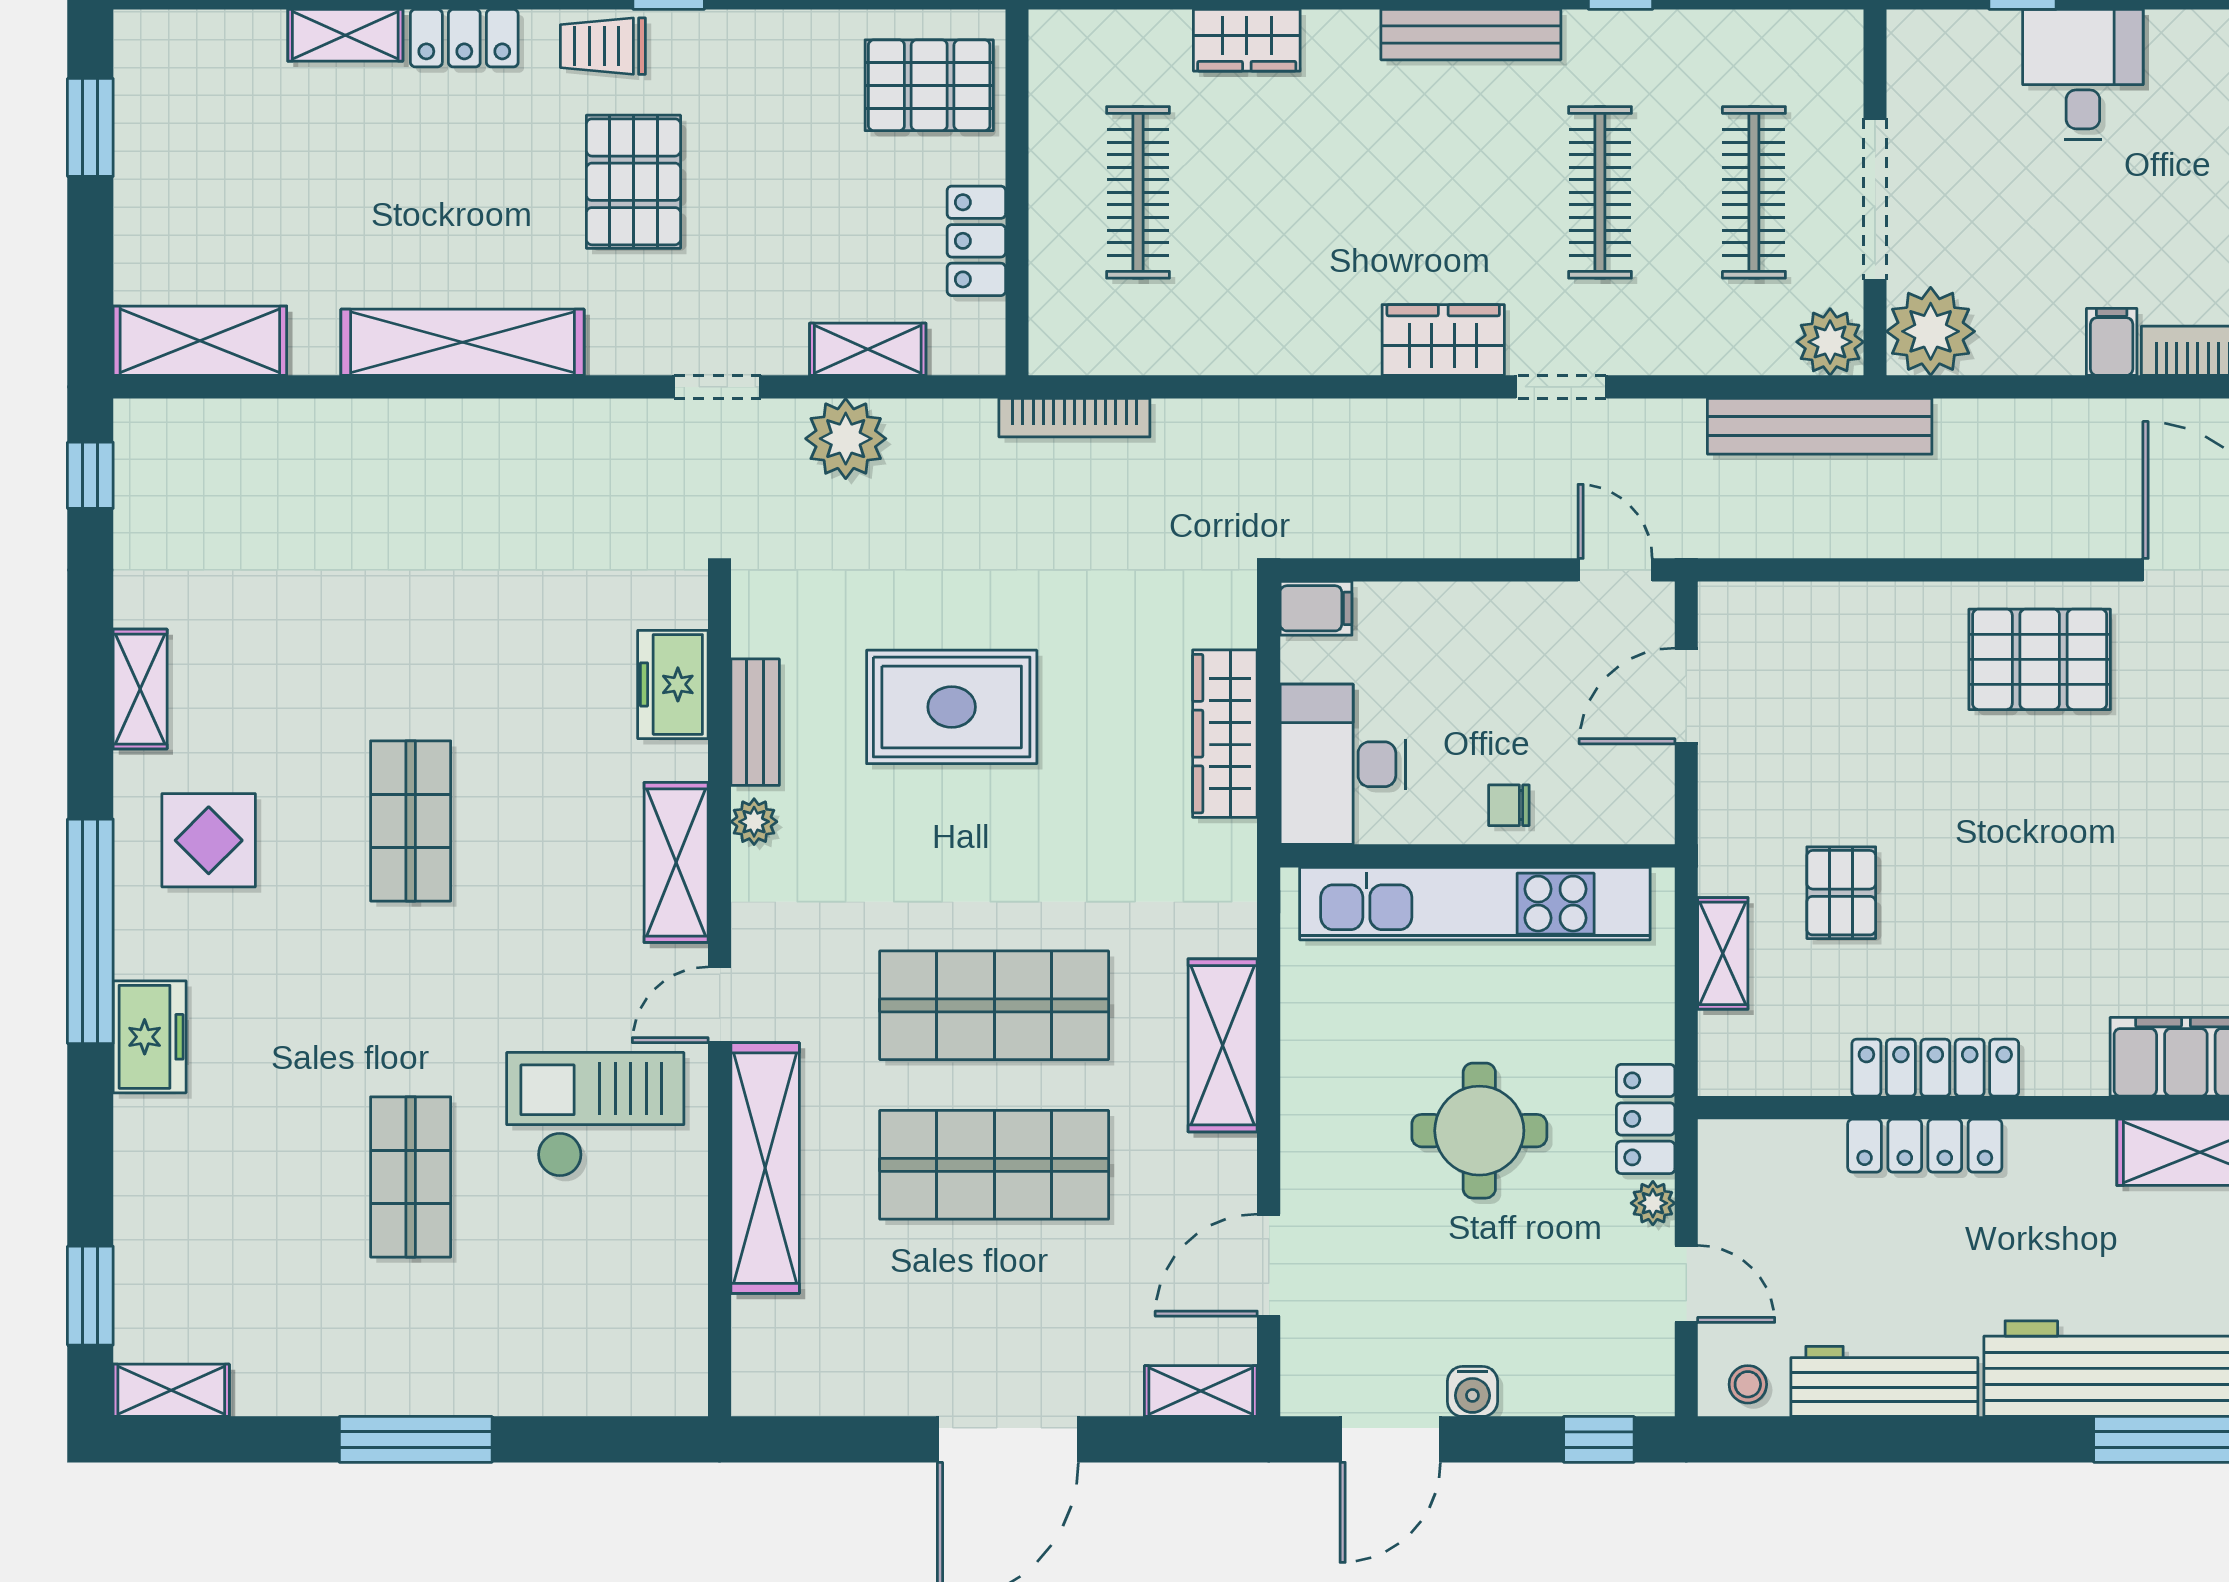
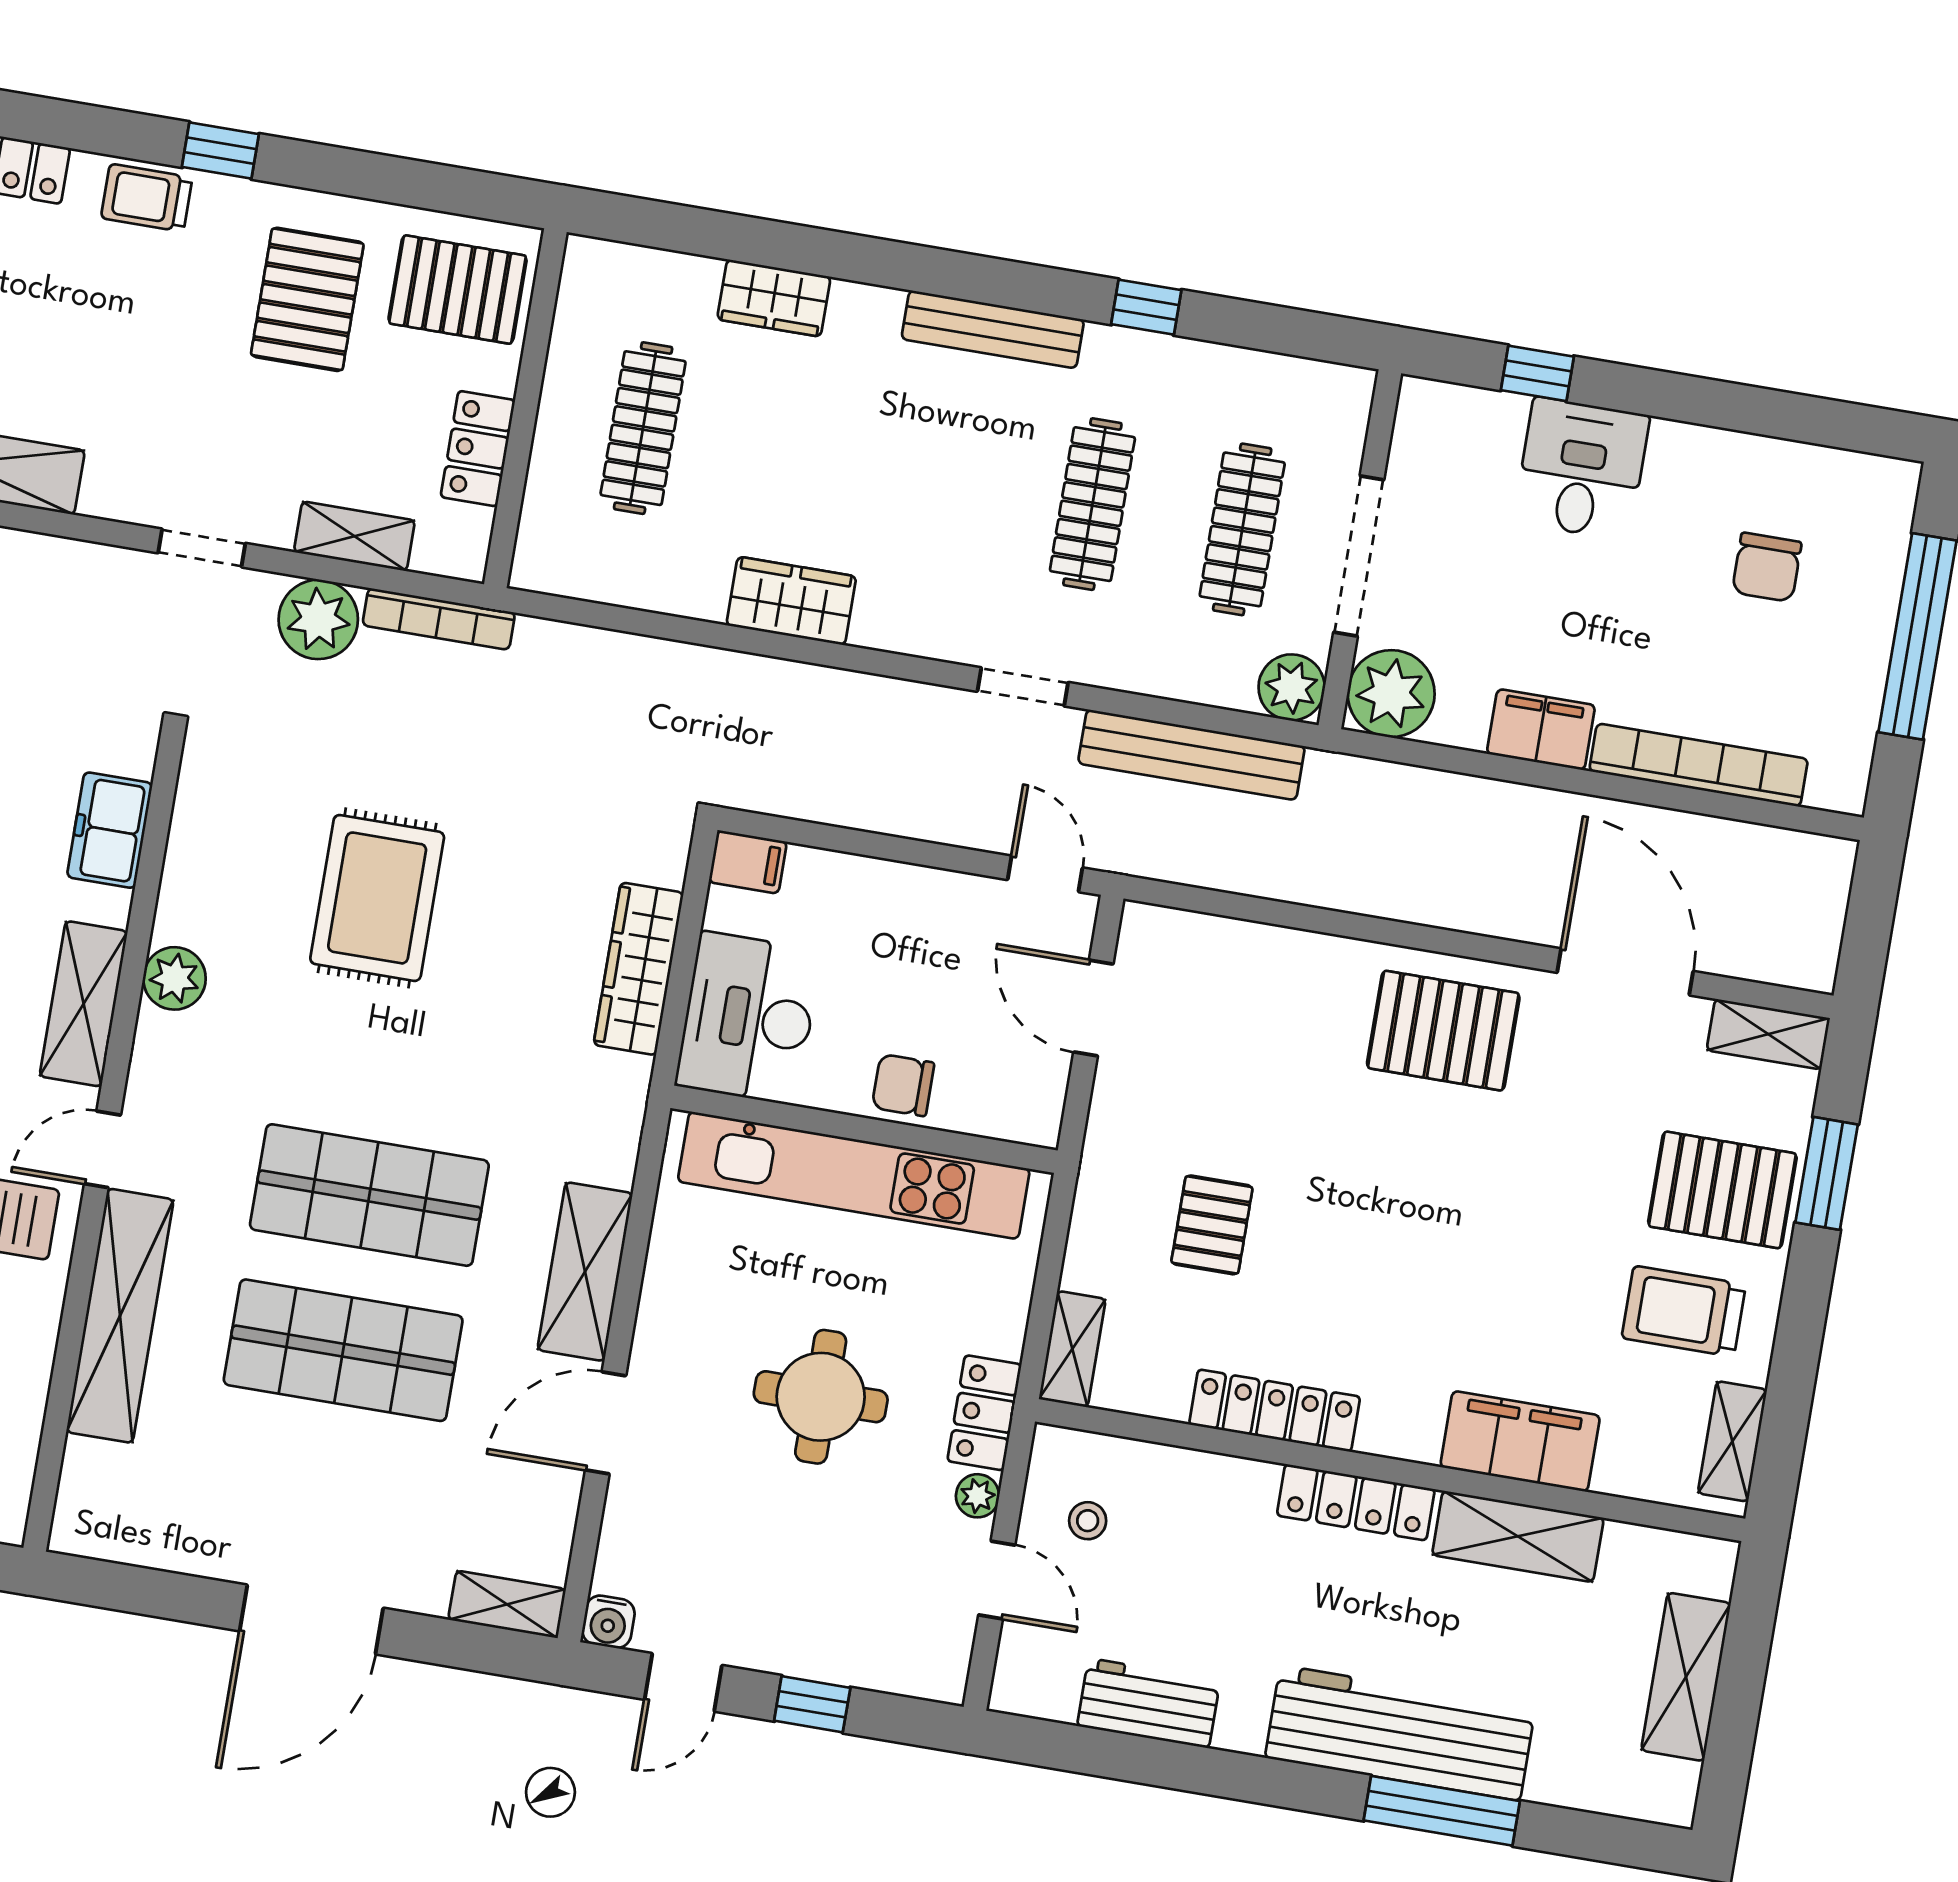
pallet: (633, 182) -> (307, 299), moved
wardrobe: (1443, 340) -> (791, 601), moved
filing cabinet: (2112, 342) -> (1541, 729), width x2.00
bookcase: (1074, 418) -> (439, 619), moved
bench: (1820, 426) -> (1191, 755), moved
door: (1686, 696) -> (1093, 1008), hinge flipped
rug: (952, 707) -> (377, 898), turned 90
bench: (755, 722) -> (183, 880), removed
chair: (1509, 805) -> (903, 1085), width x1.37, depth x1.37
plant: (754, 822) -> (174, 978), width x1.38, depth x1.38
shelving: (1723, 953) -> (1072, 1349), moved
locker: (1925, 1146) -> (1356, 1502), moved
door: (1269, 1265) -> (606, 1423), moved
workbench: (1884, 1381) -> (1149, 1703), width x0.73
stool: (1748, 1384) -> (1088, 1521), moved
water cooler: (1472, 1391) -> (608, 1622), moved
door: (1390, 1439) -> (683, 1682), width x0.73
window: (1599, 1439) -> (812, 1704), moved

